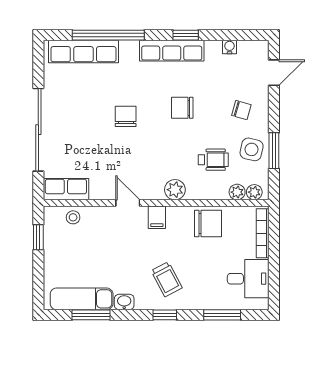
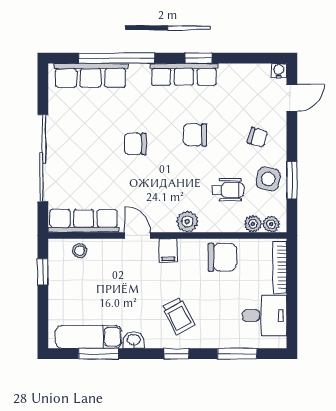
water cooler: (229, 47) -> (279, 71), moved
chair: (126, 116) -> (135, 144), turned -90
row of seats: (66, 189) -> (84, 221), width x1.48

